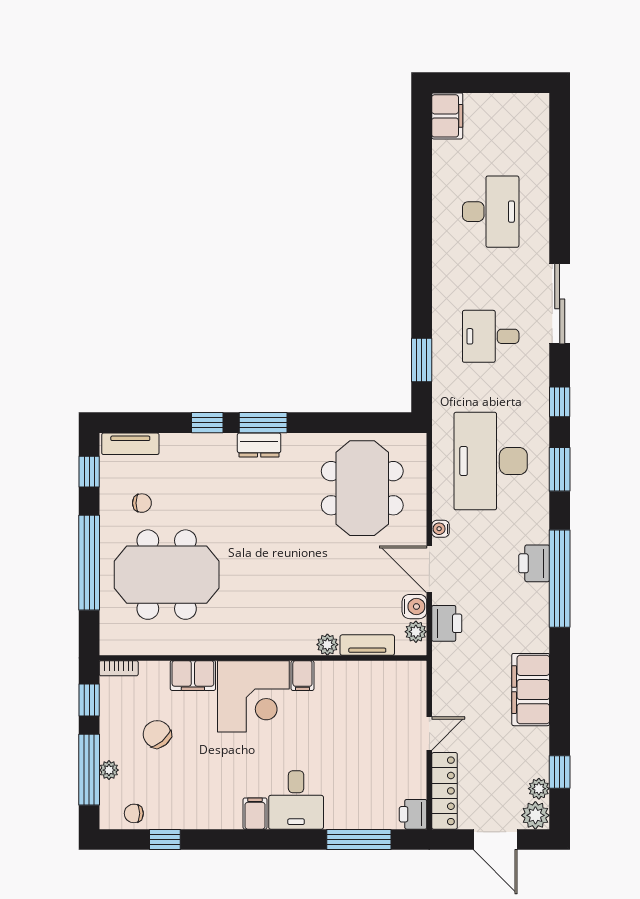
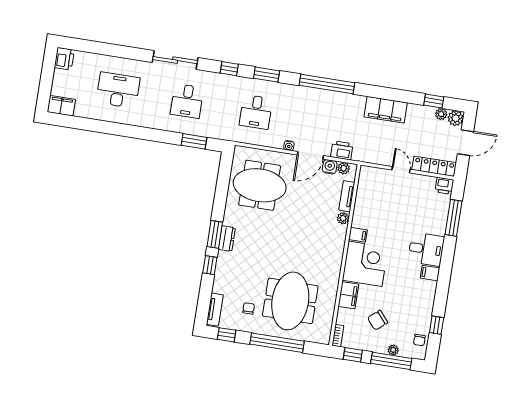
desk: (491, 461) -> (256, 112), width x0.53, depth x0.77
printer: (534, 563) -> (64, 59), moved, turned -90

